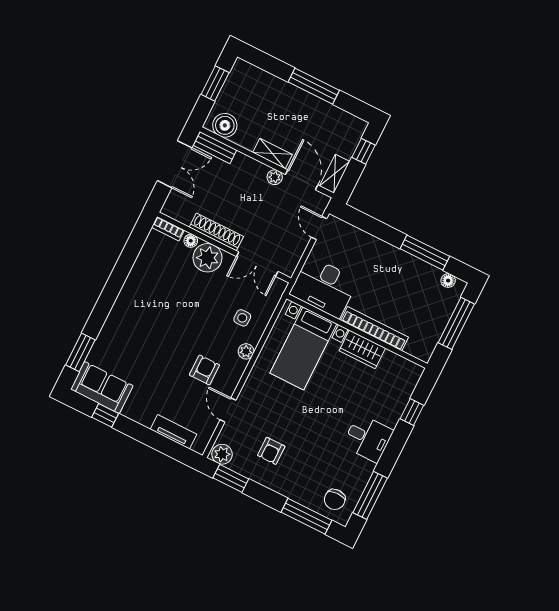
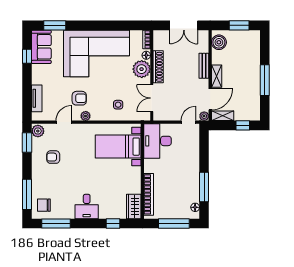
bench: (215, 148) -> (204, 66), moved
plant: (275, 177) -> (204, 116), moved
corner sofa: (152, 312) -> (97, 54), added
bookcase: (375, 329) -> (149, 194), moved
wardrobe: (362, 349) -> (134, 206), moved
plant: (246, 351) -> (86, 116), moved

